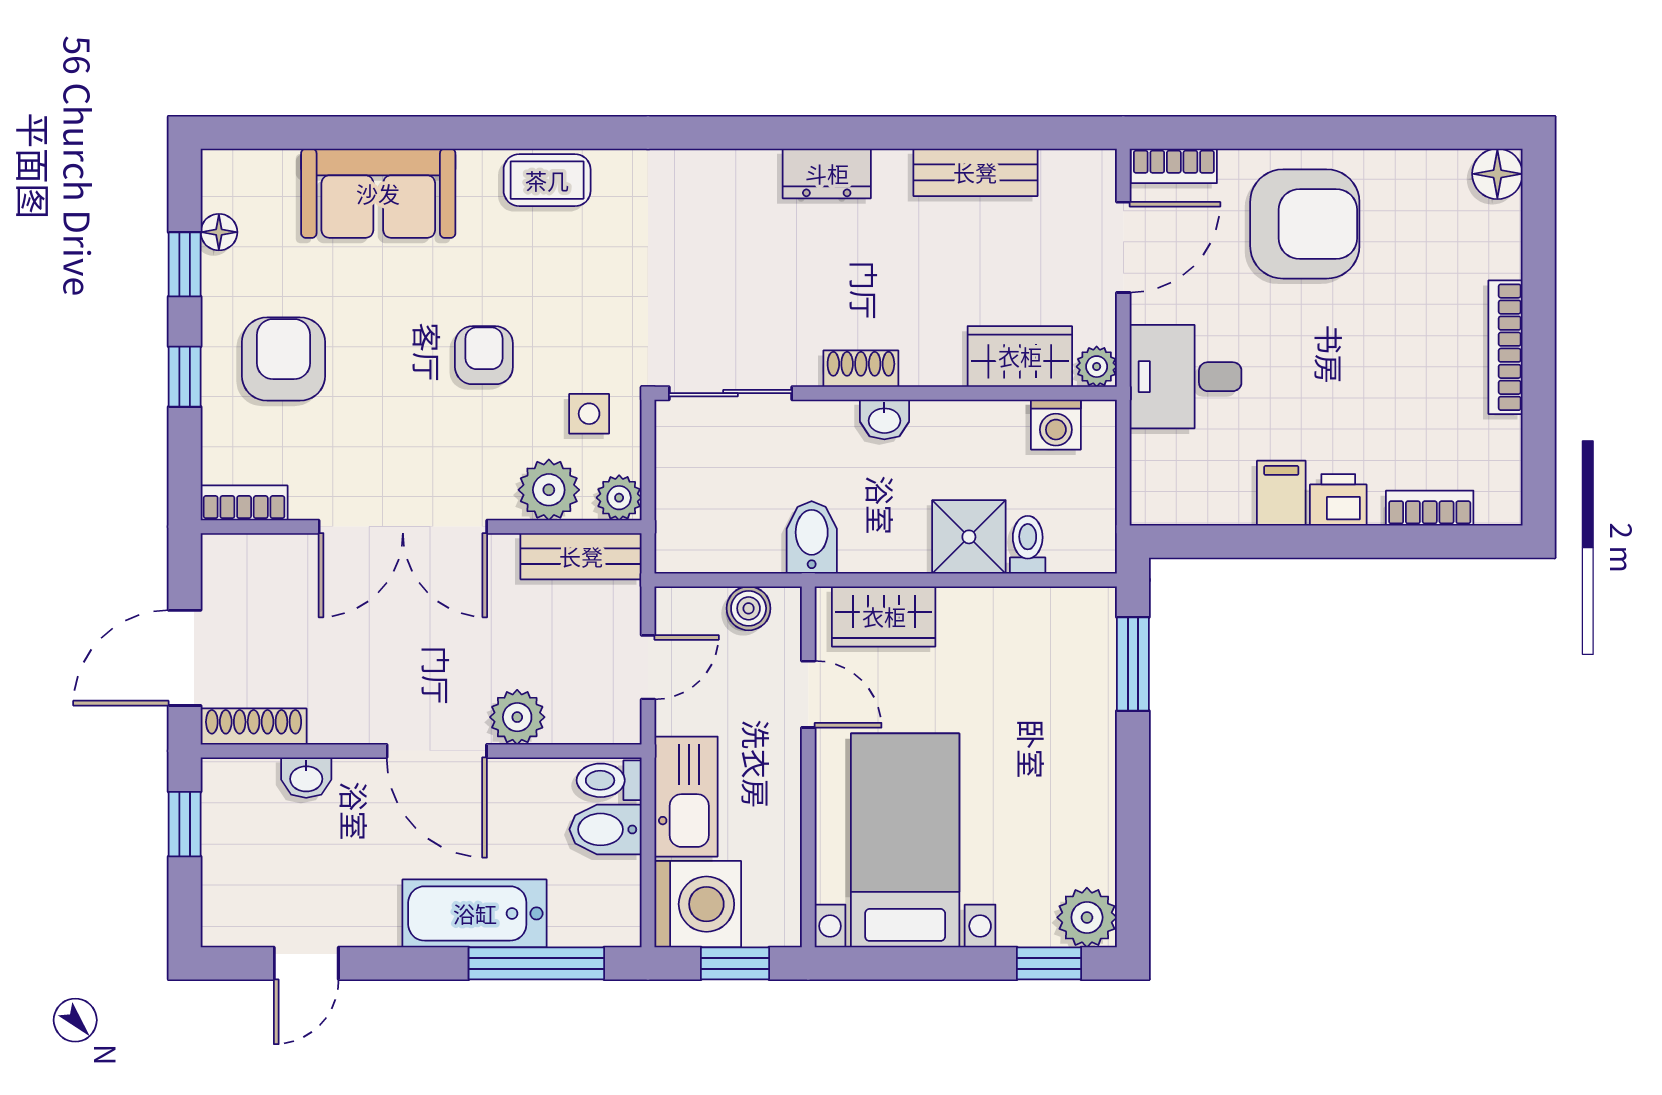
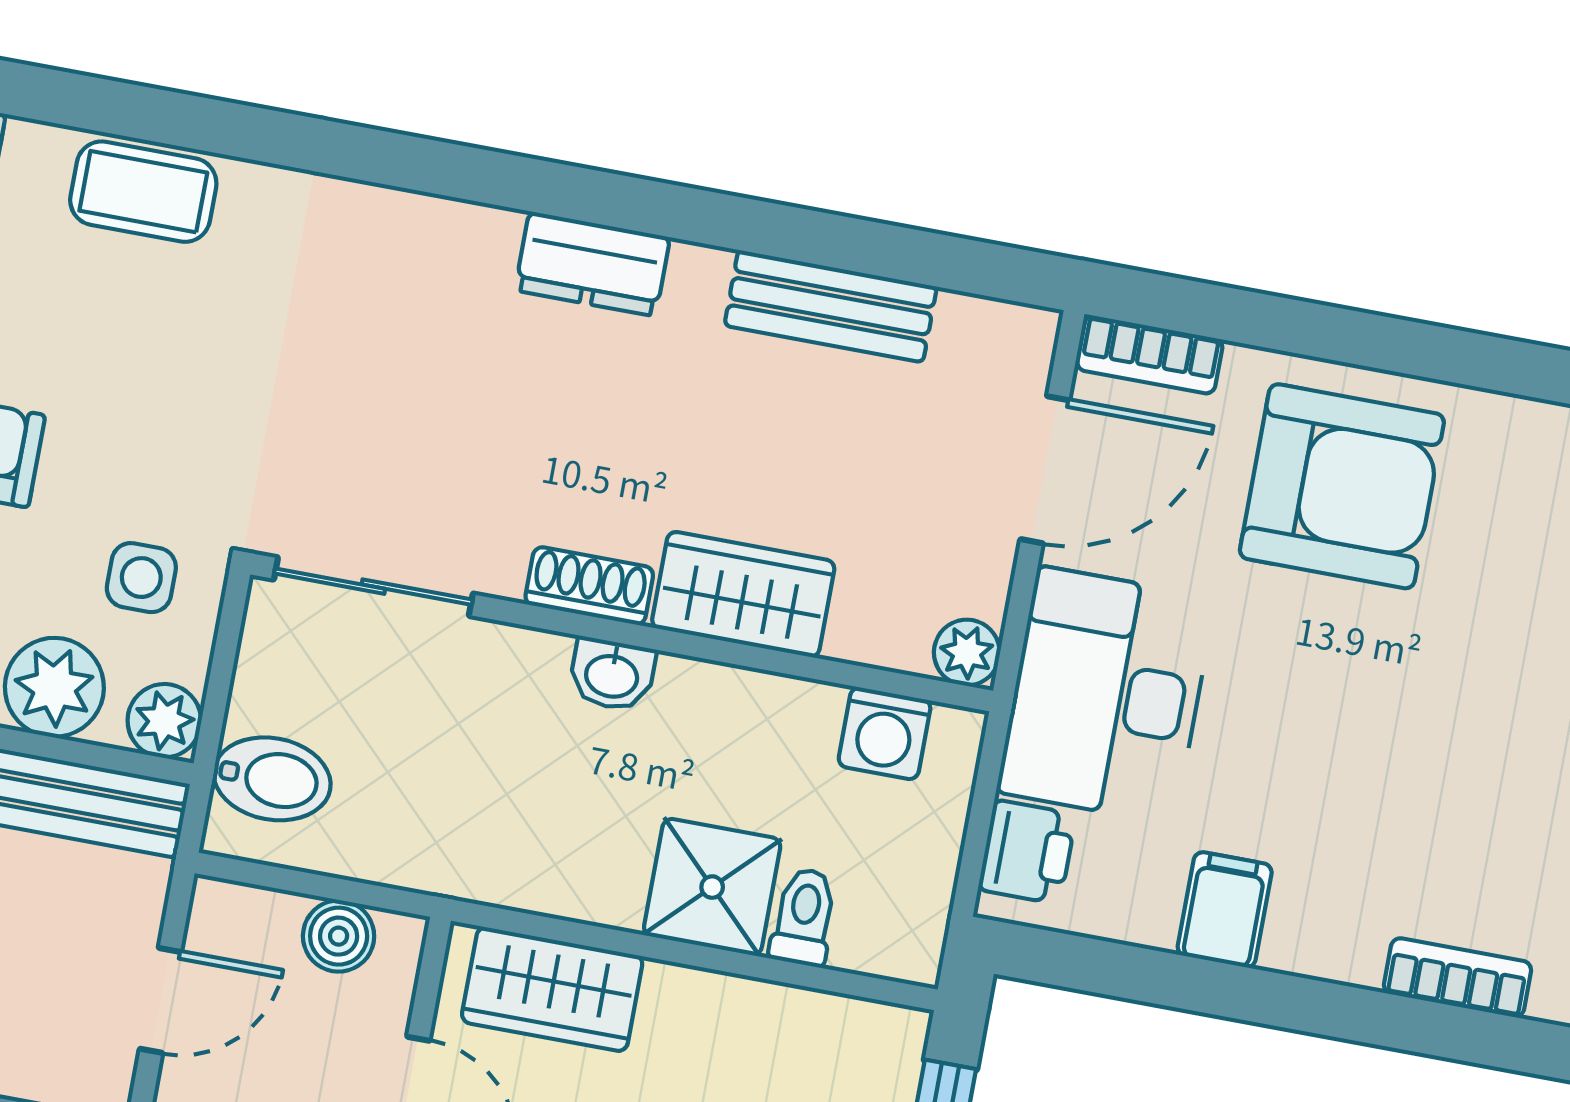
wardrobe: (1020, 356) -> (743, 594), moved
desk: (1186, 377) -> (1106, 695), width x1.37
printer: (1338, 500) -> (1027, 852), moved, turned 90
bidet: (812, 537) -> (272, 779), moved, turned 90

